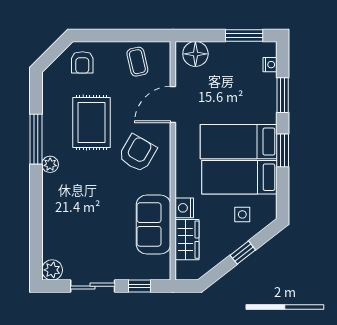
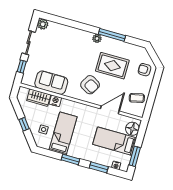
door: (173, 104) -> (110, 110), hinge flipped
bed: (239, 142) -> (115, 141), moved, turned -90

